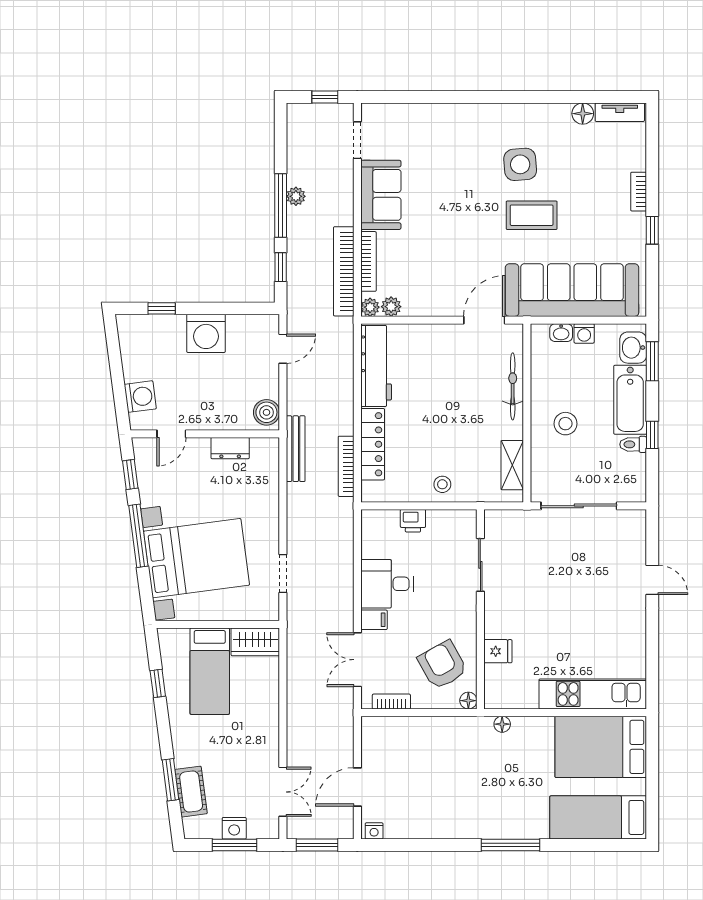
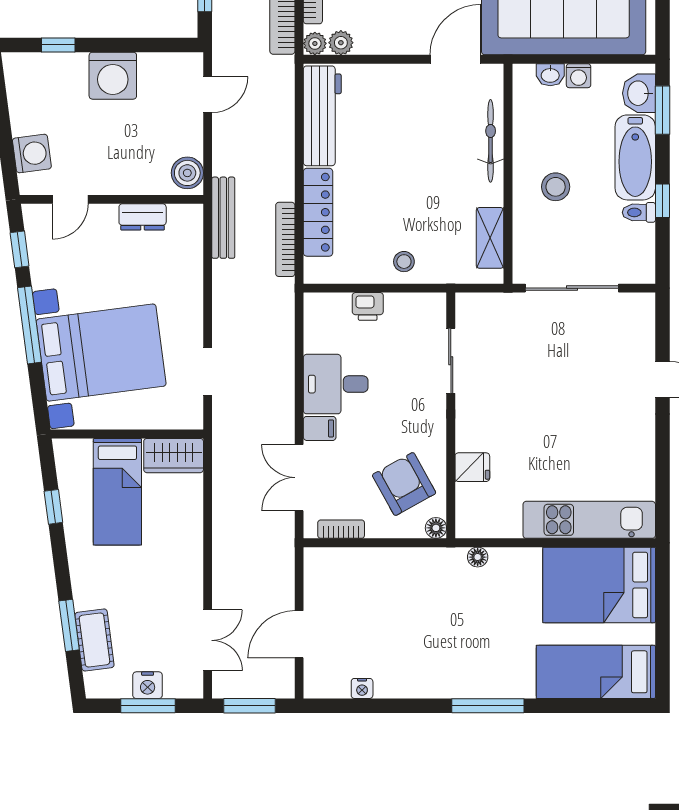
nightstand: (374, 831) -> (362, 688), moved

